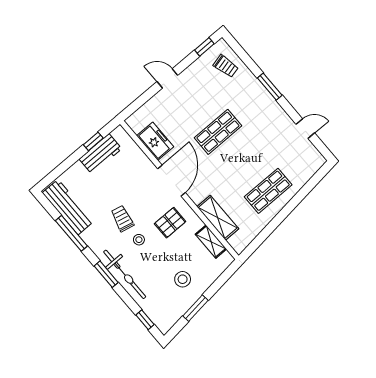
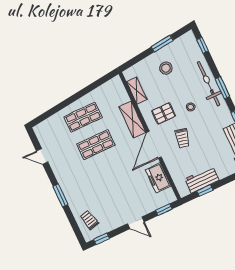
window: (137, 104) -> (164, 210), added
shop shelf: (218, 132) -> (96, 145), moved
shelving: (218, 218) -> (132, 120), moved
trolley: (122, 219) -> (182, 138), moved

